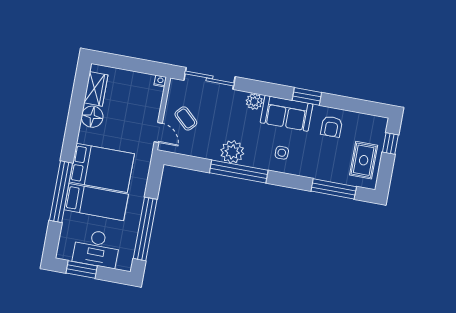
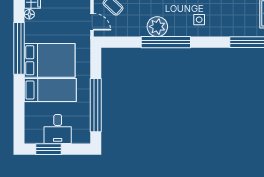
floor lamp: (92, 117) -> (29, 14), width x0.53, depth x0.53
window: (61, 192) -> (19, 48), moved
desk: (96, 248) -> (58, 129), width x0.73

